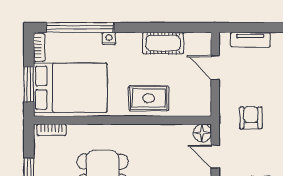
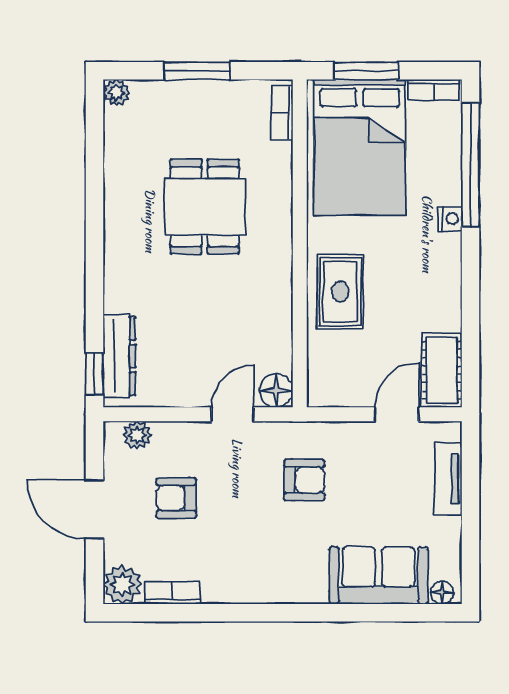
cot: (163, 43) -> (442, 370), moved

